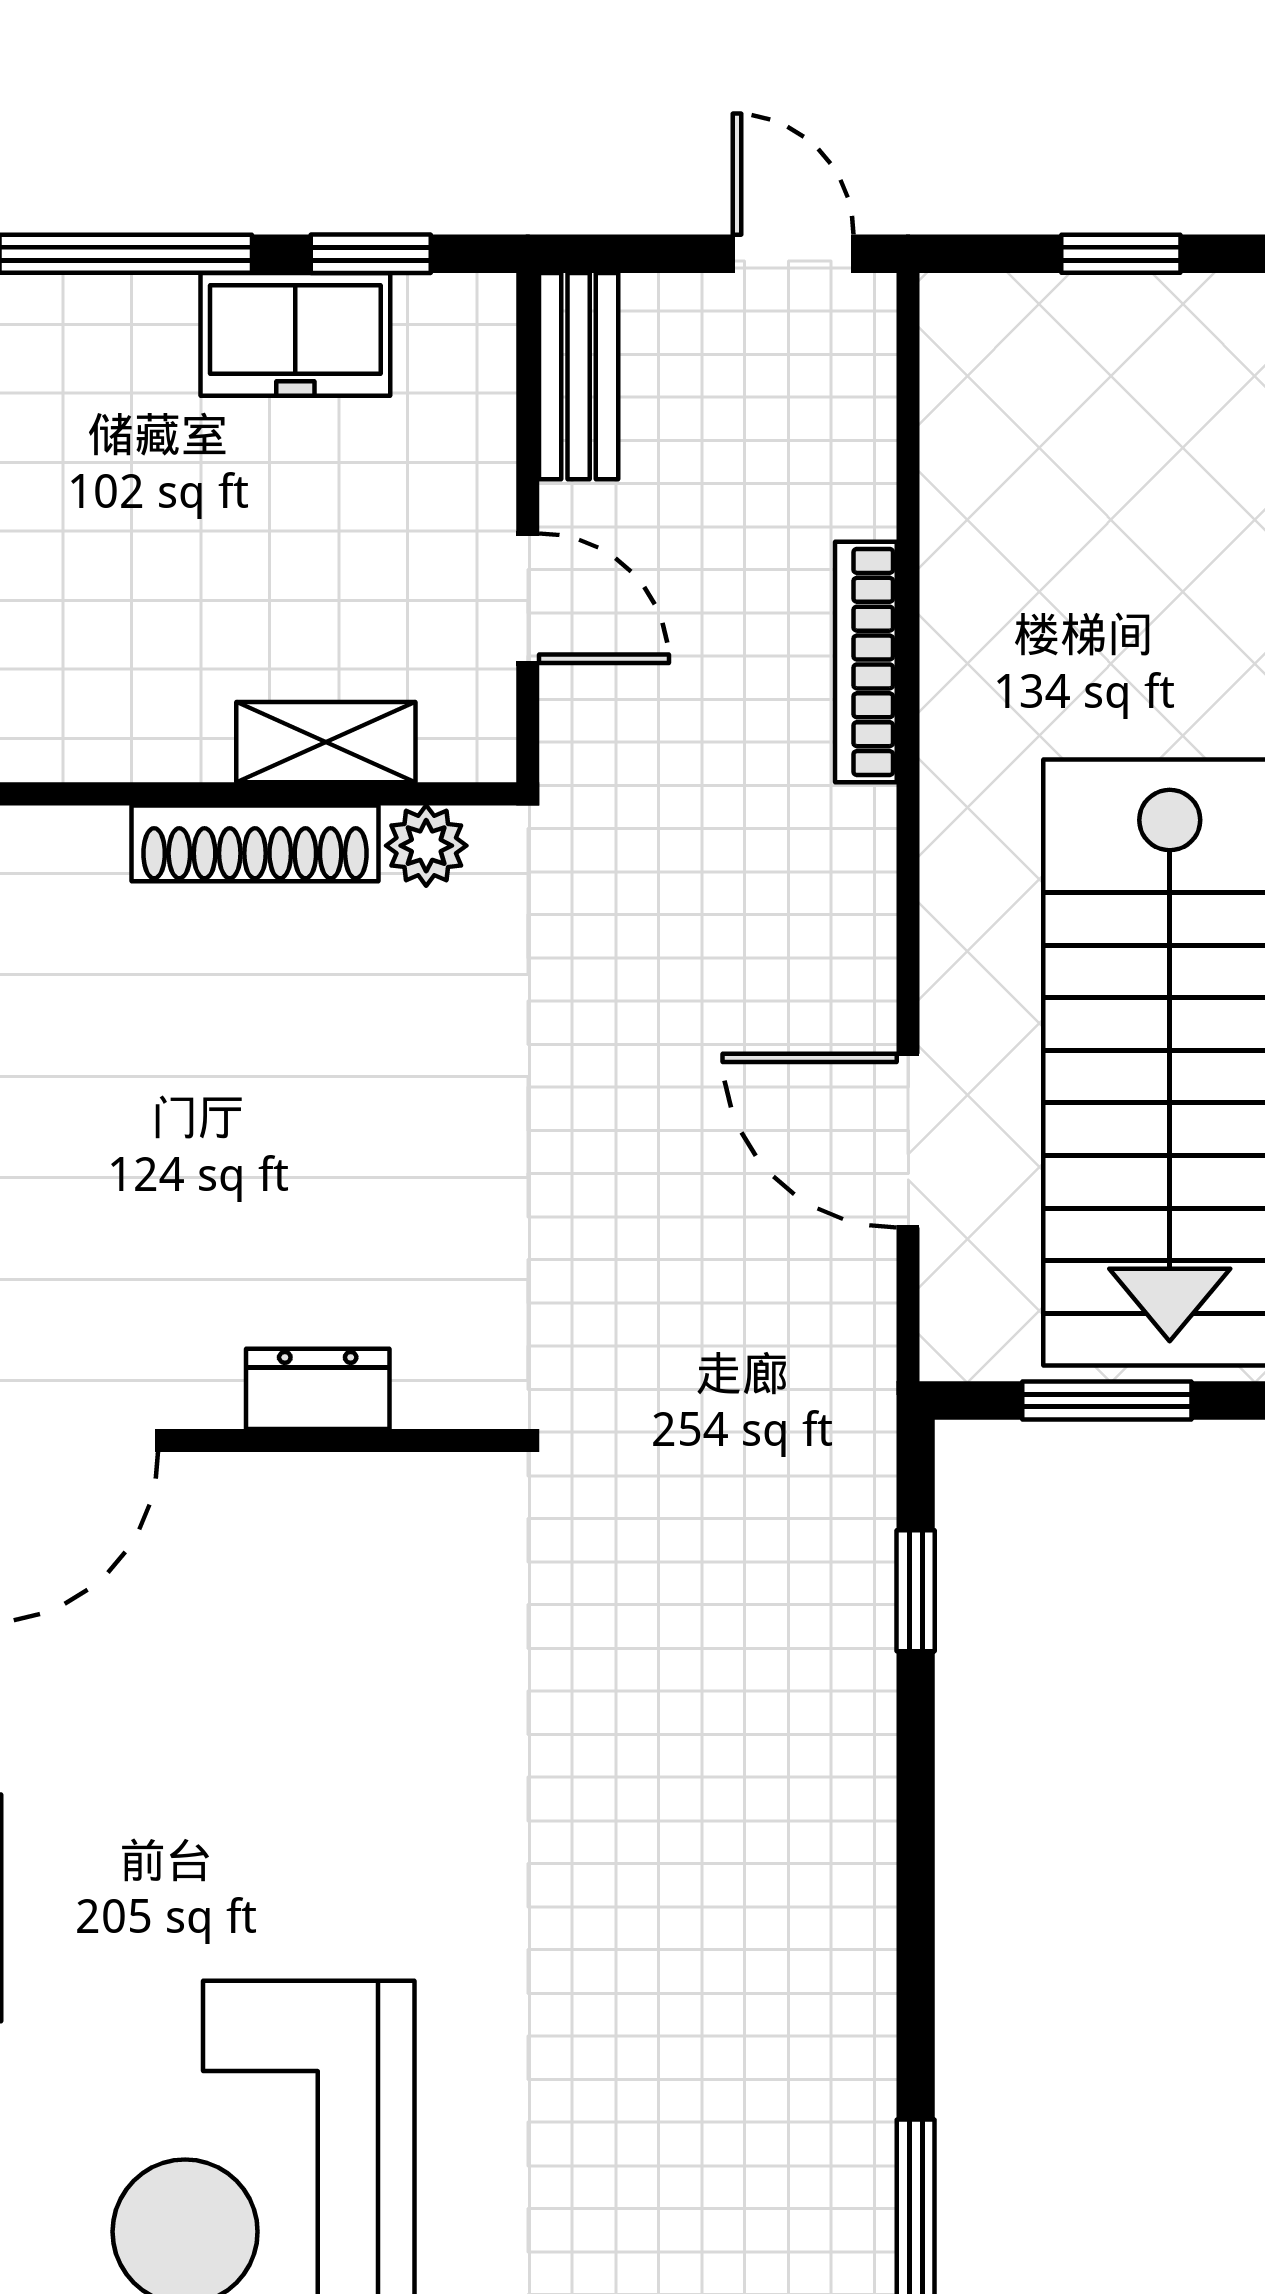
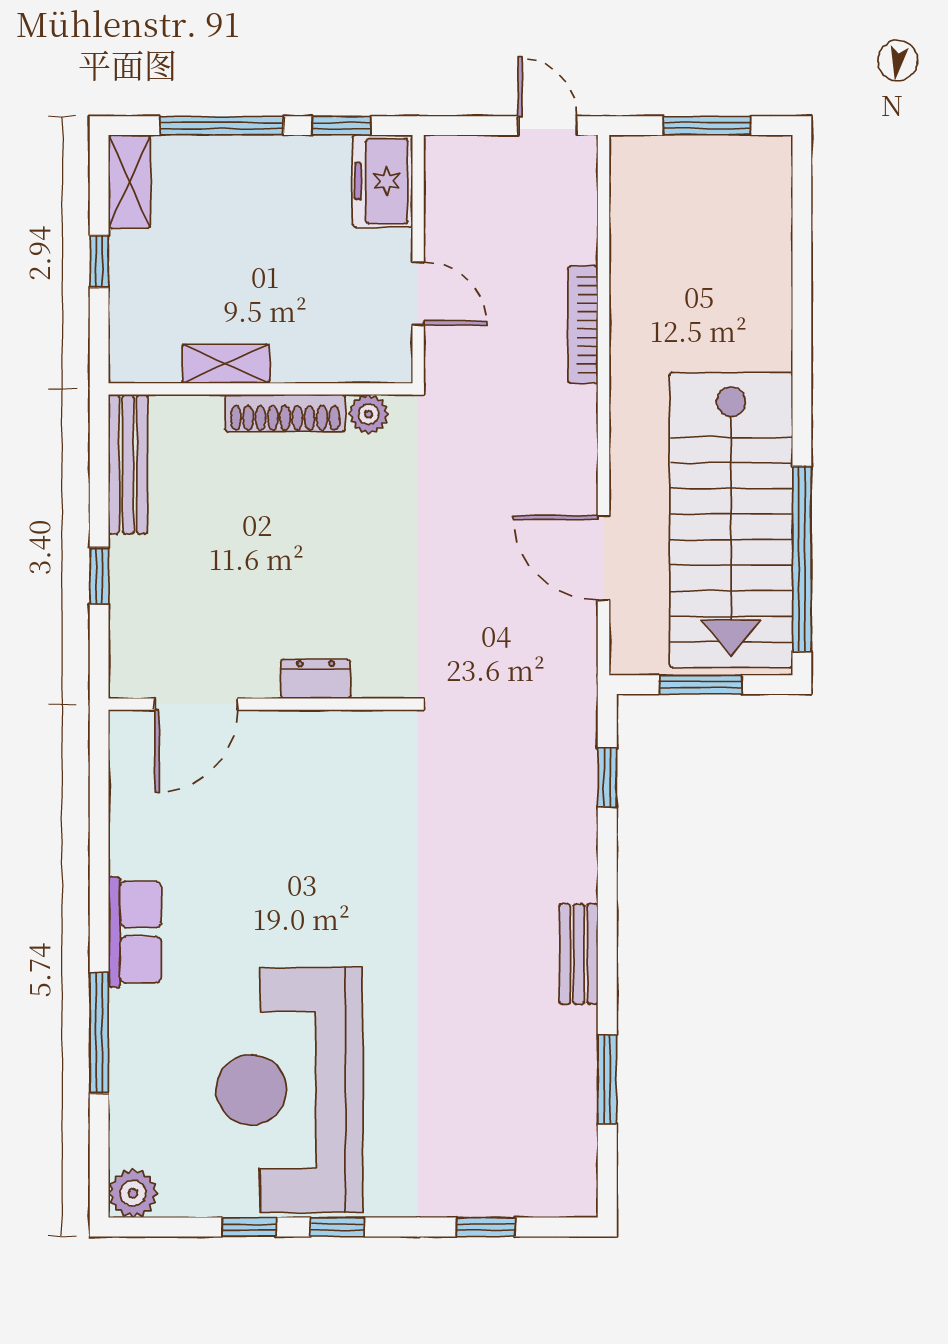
window: (1121, 254) -> (707, 126), width x1.50
freezer: (295, 334) -> (383, 181), moved, turned 90
bench: (579, 376) -> (579, 954), moved
shelving: (326, 742) -> (226, 364), moved

